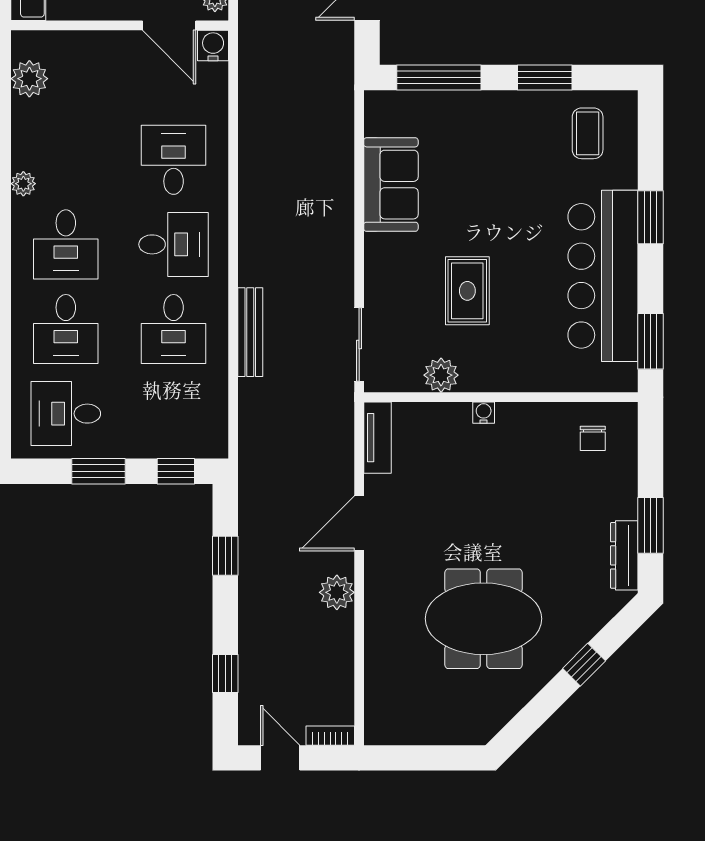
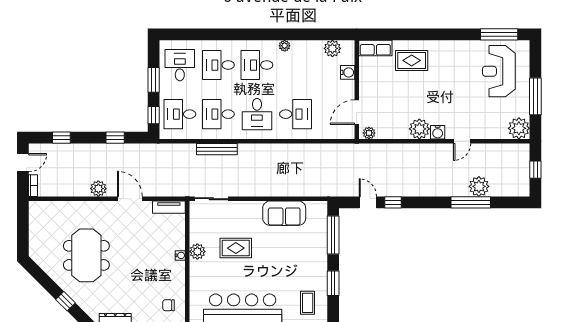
water cooler: (213, 45) -> (348, 72), moved
coffee table: (588, 133) -> (308, 303), turned 90
plant: (441, 375) -> (197, 251), moved
desk: (174, 414) -> (180, 114), added

